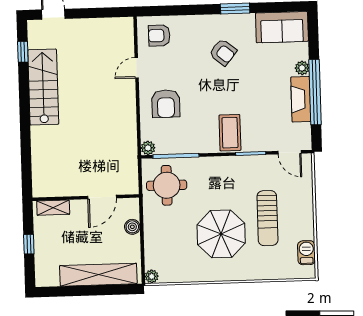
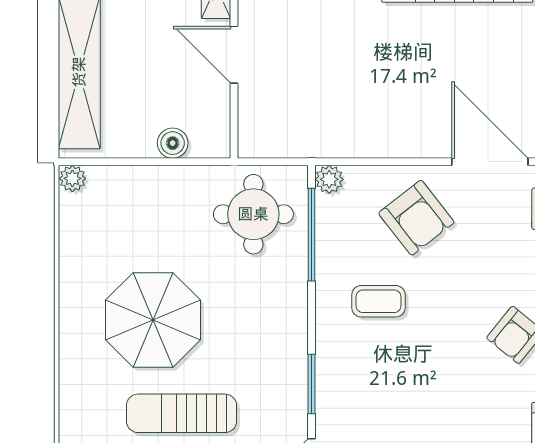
door: (137, 68) -> (490, 162), width x1.87
armchair: (166, 104) -> (416, 218), turned -128
coffee table: (230, 133) -> (378, 301), moved, width x0.73, depth x0.77
door: (102, 197) -> (234, 55), moved

